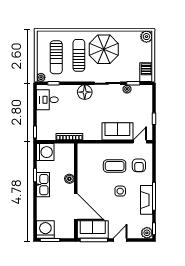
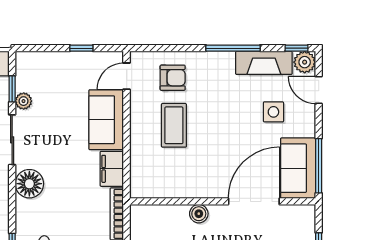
filing cabinet: (92, 134) -> (112, 169), added
door: (140, 142) -> (127, 76), hinge flipped
side table: (120, 191) -> (273, 112), moved
fireplace: (147, 200) -> (264, 63), moved
door: (120, 240) -> (319, 90), moved

